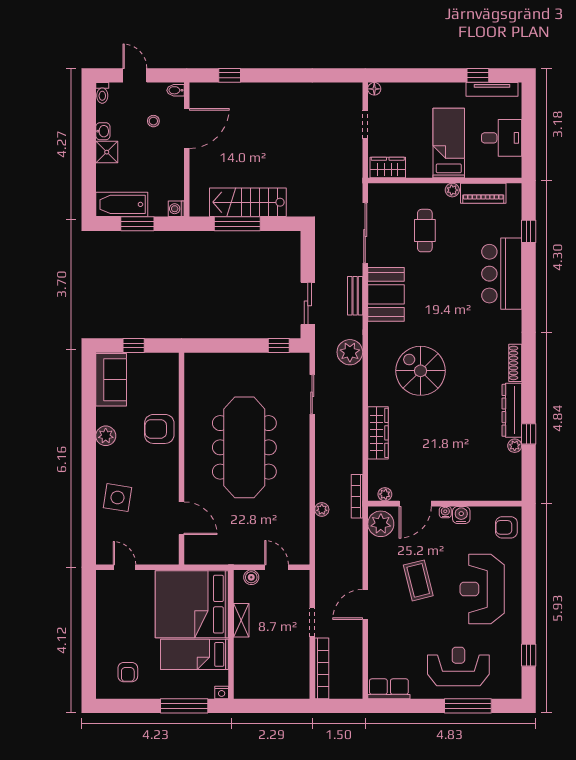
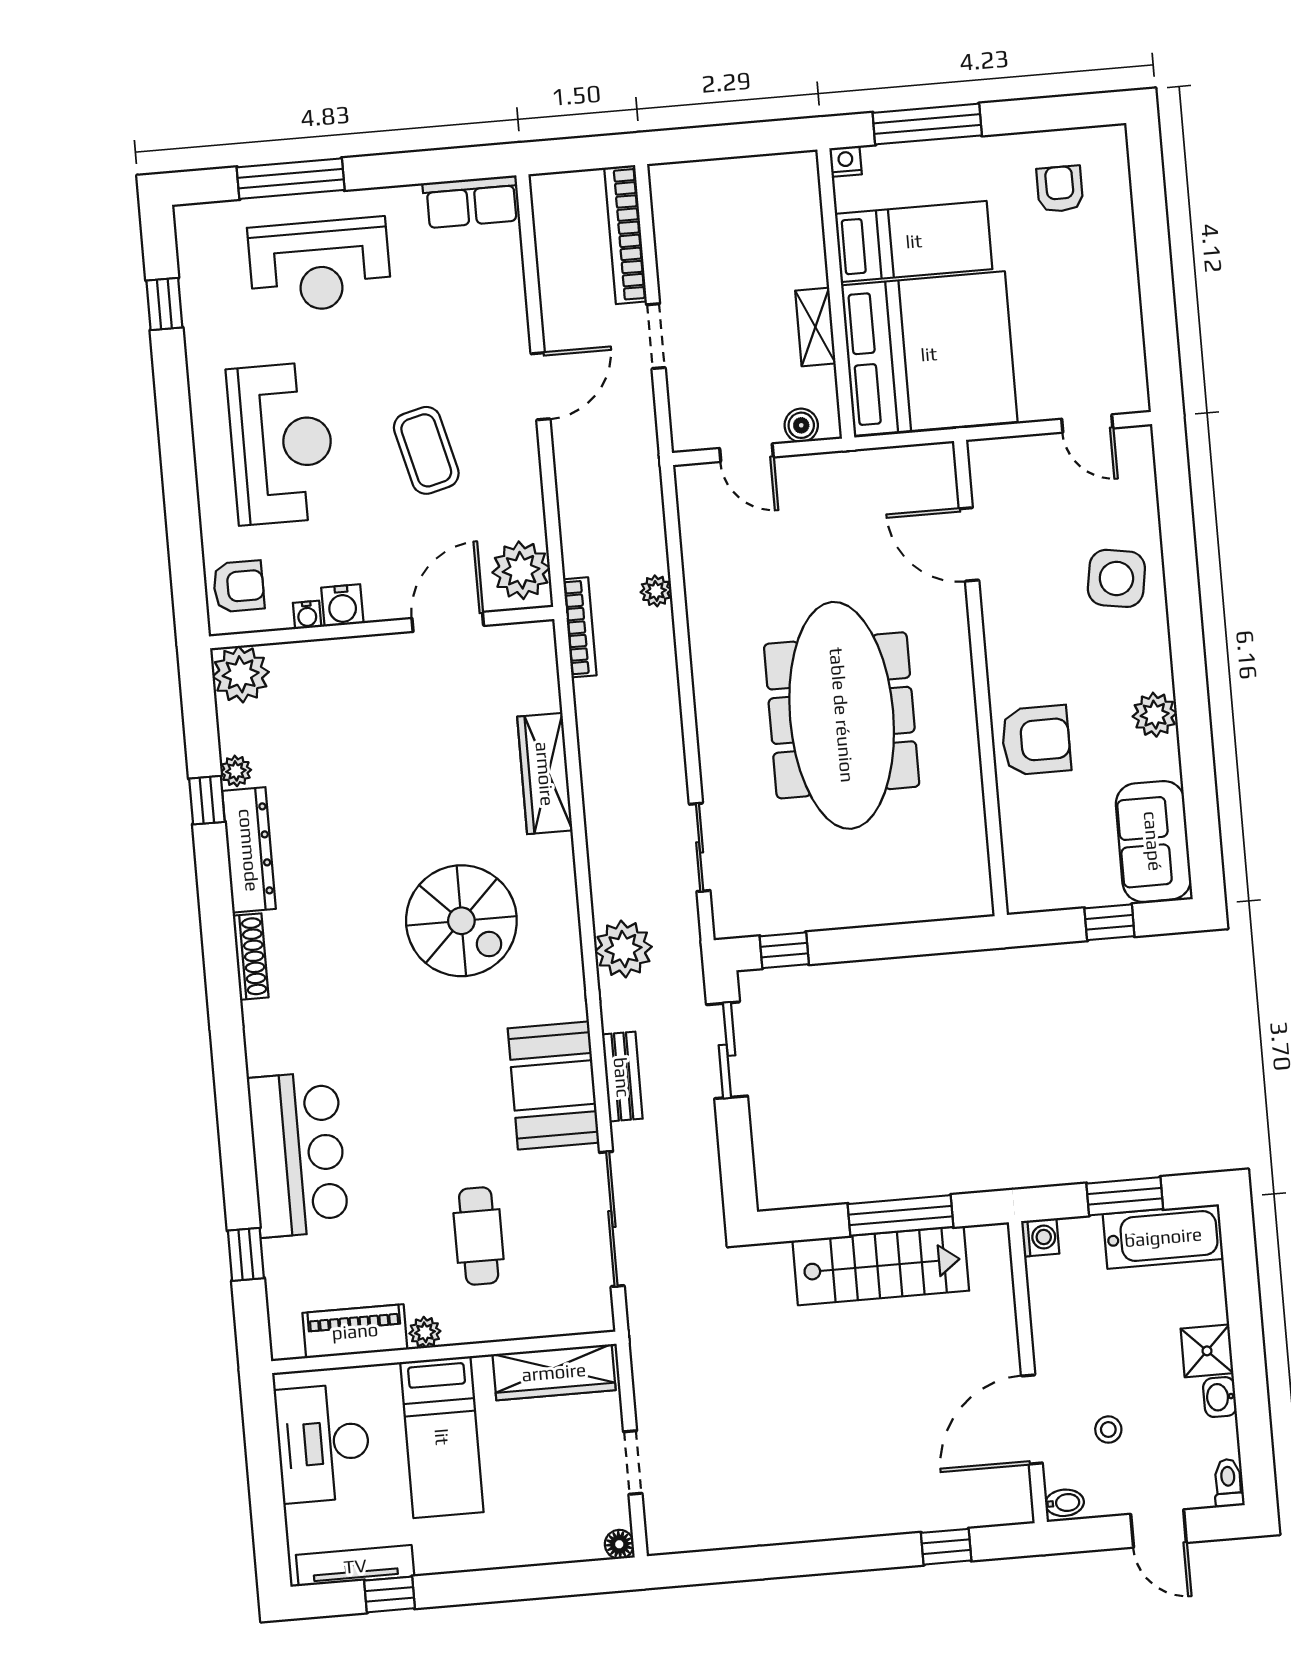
desk: (502, 138) -> (323, 1443), width x1.37
wardrobe: (388, 167) -> (554, 1372), width x1.50
plant: (385, 494) -> (241, 674), moved, width x1.88, depth x1.88
water cooler: (445, 512) -> (307, 615), moved

